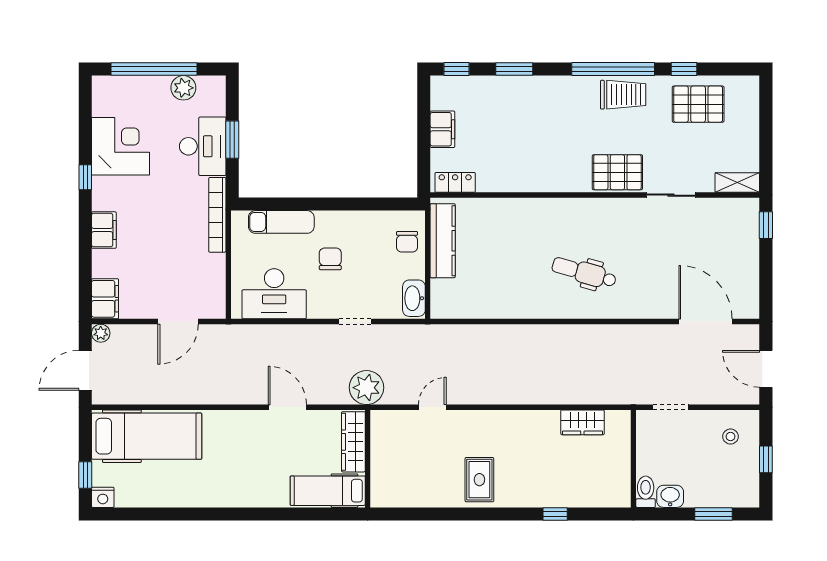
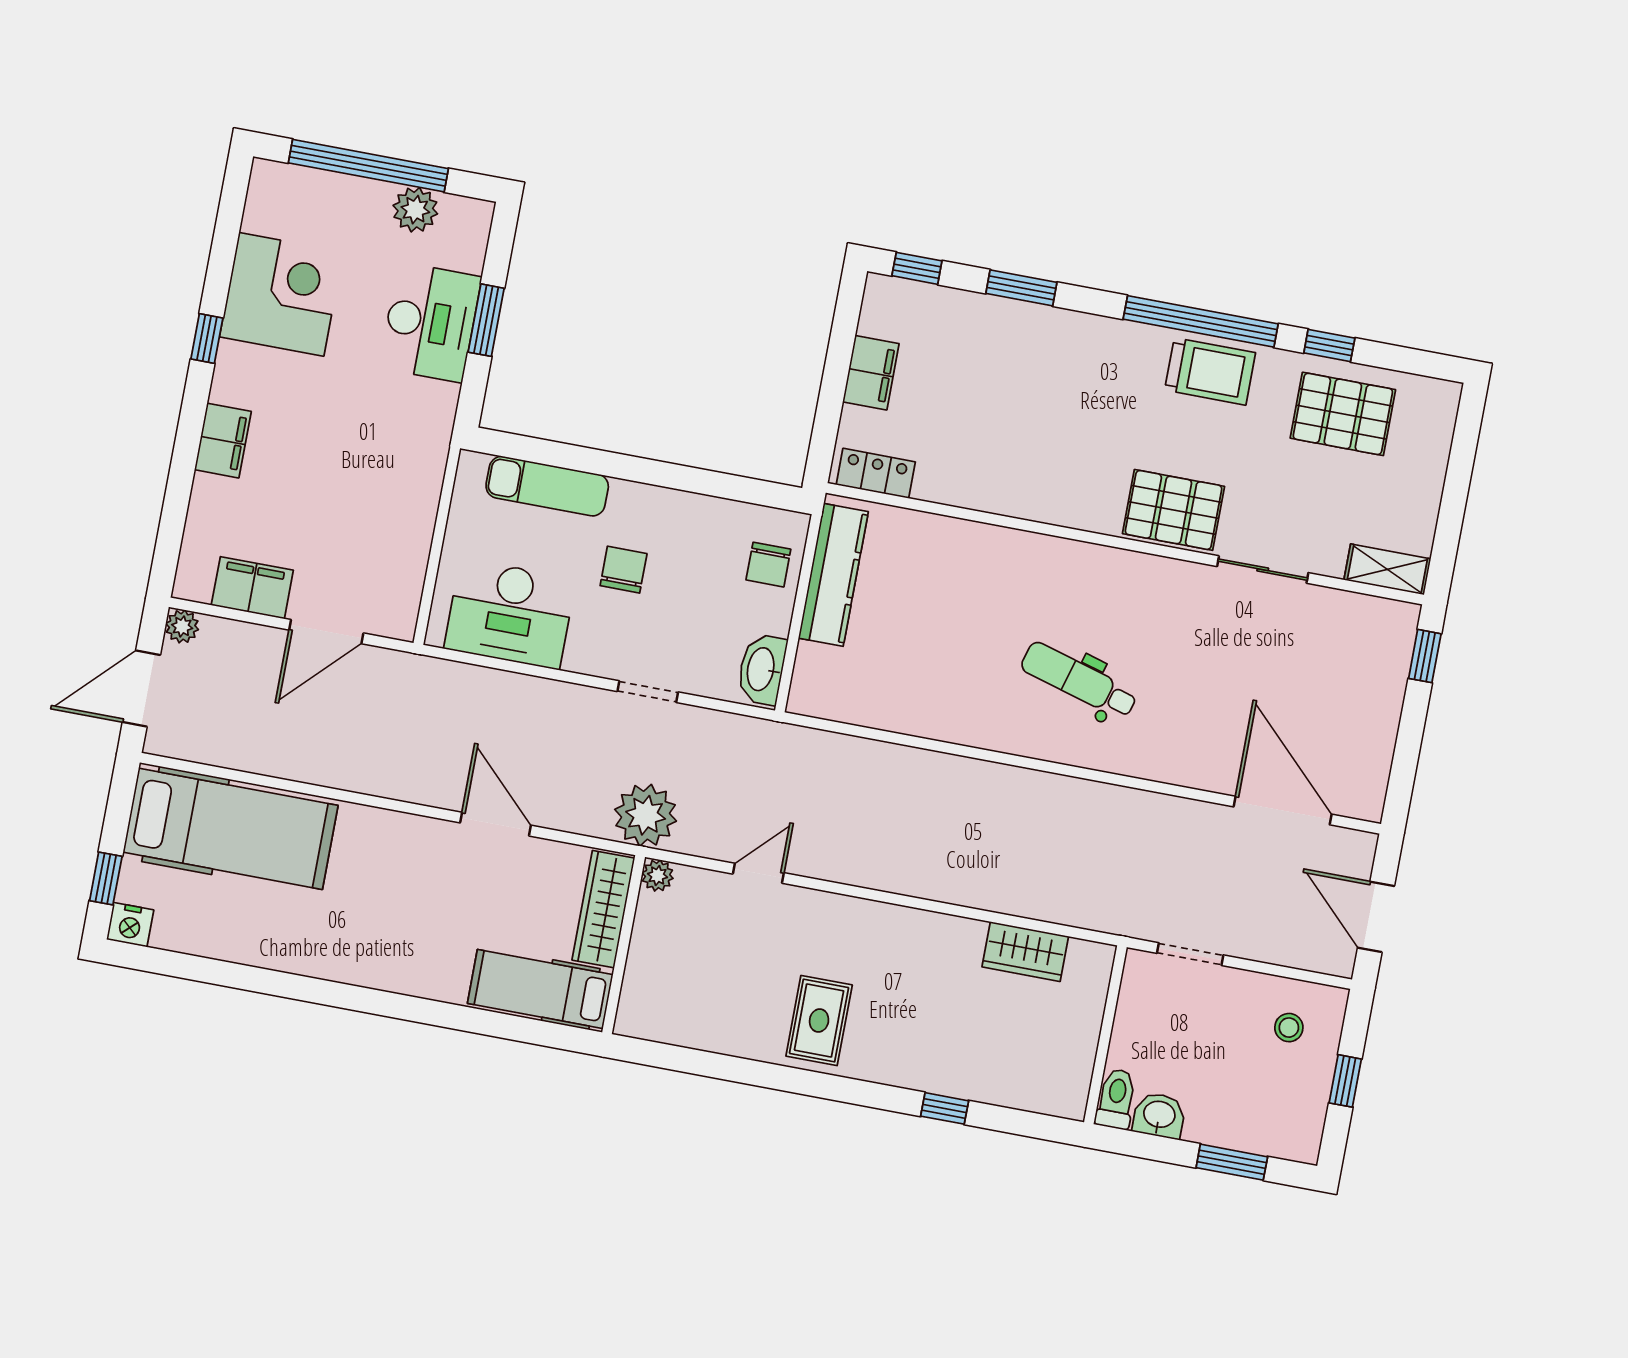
bookcase: (217, 215) -> (434, 452), removed
filing cabinet: (105, 299) -> (252, 588), moved, turned -90
plant: (379, 418) -> (658, 876), added

